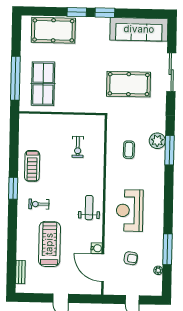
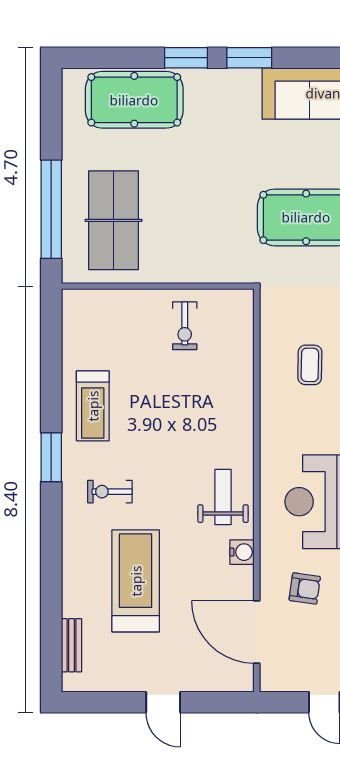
exercise bike: (78, 147) -> (185, 326), moved
water cooler: (97, 248) -> (242, 552), moved
armchair: (131, 258) -> (305, 588), moved

